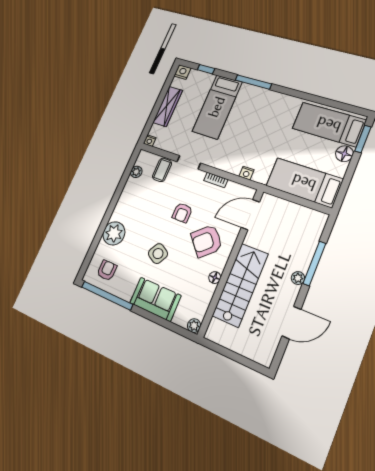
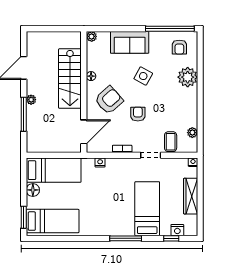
nightstand: (182, 72) -> (177, 230), moved
floor lamp: (344, 154) -> (33, 190), moved

